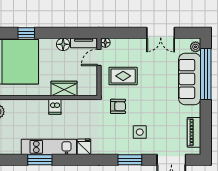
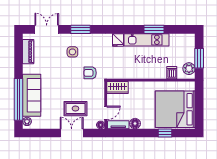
double door: (161, 33) -> (72, 133), moved
rug: (123, 76) -> (75, 109), moved
wardrobe: (64, 88) -> (117, 87), moved
dishwasher: (55, 107) -> (172, 73), moved

